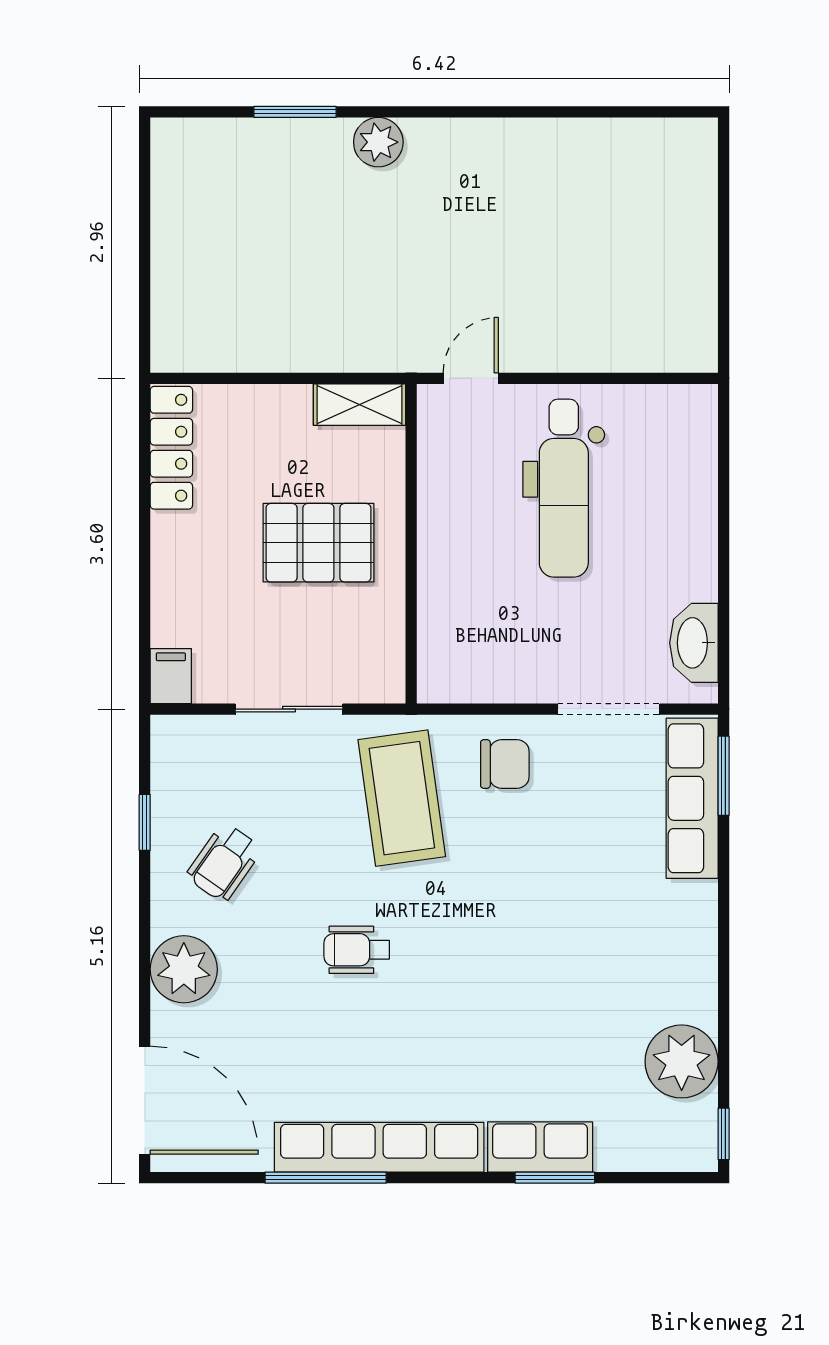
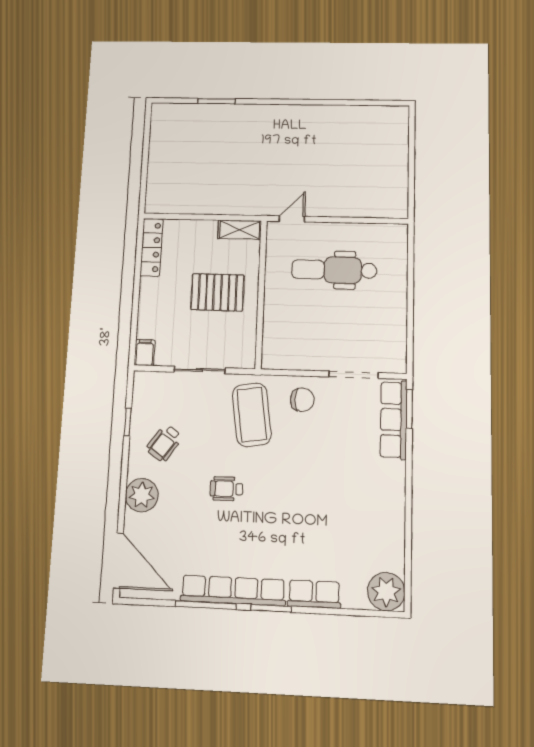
plant: (378, 142) -> (253, 114), removed
dental chair: (564, 488) -> (334, 270), turned 90
washbasin: (694, 643) -> (395, 344), removed
plant: (682, 1061) -> (386, 592), moved
window: (724, 1134) -> (408, 592), removed
window: (555, 1178) -> (271, 608), moved

